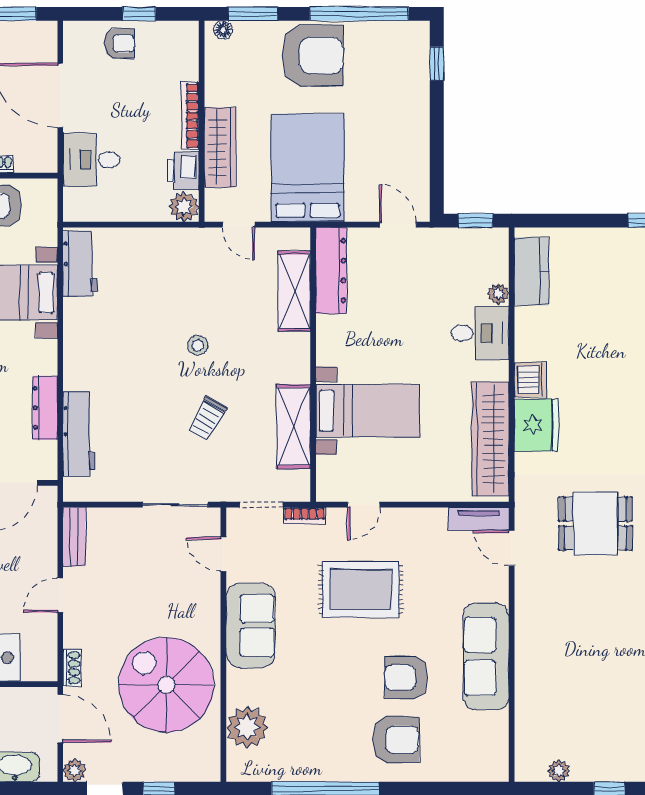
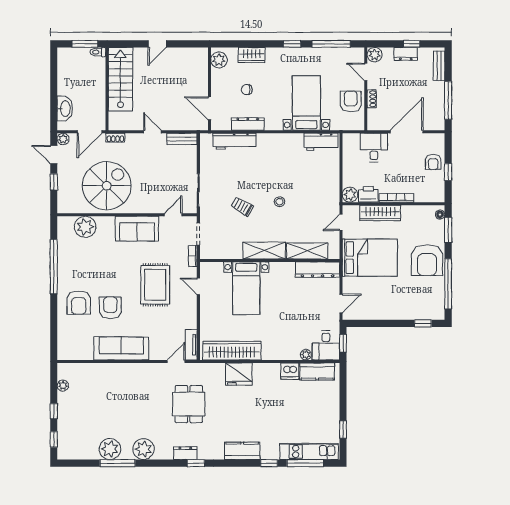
desk: (480, 333) -> (326, 345), moved
dishwasher: (531, 380) -> (290, 371), moved
shelving: (294, 427) -> (264, 250), moved

